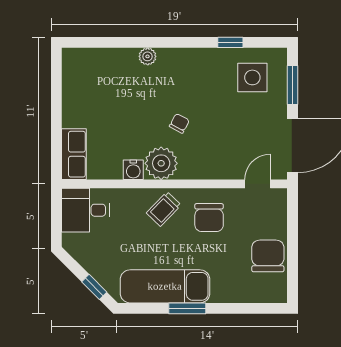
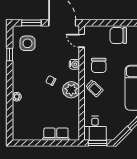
row of seats: (74, 154) -> (56, 134), moved
water cooler: (133, 170) -> (74, 64), moved
window: (56, 215) -> (98, 143), added
chair: (209, 218) -> (99, 65), turned 90

